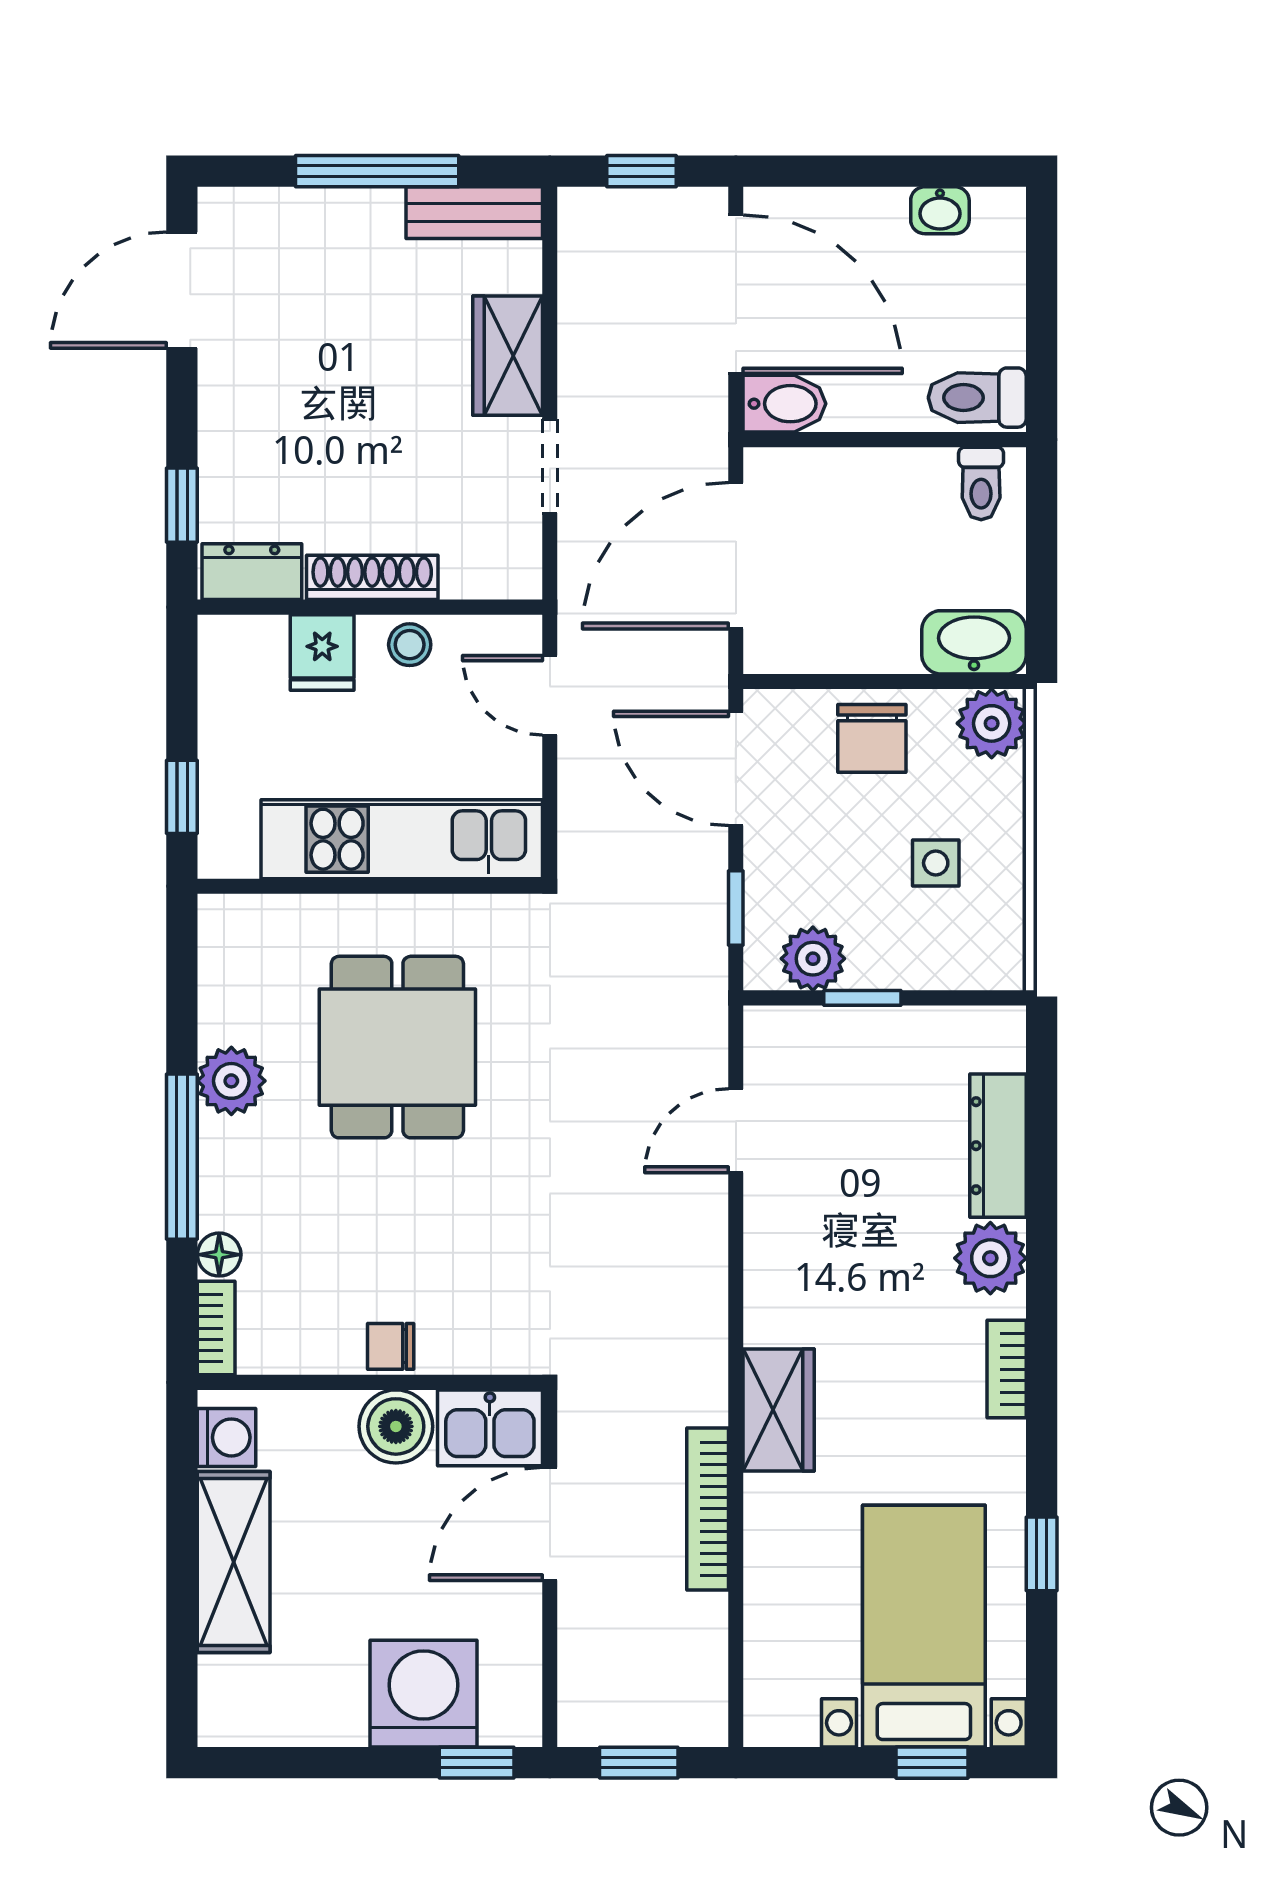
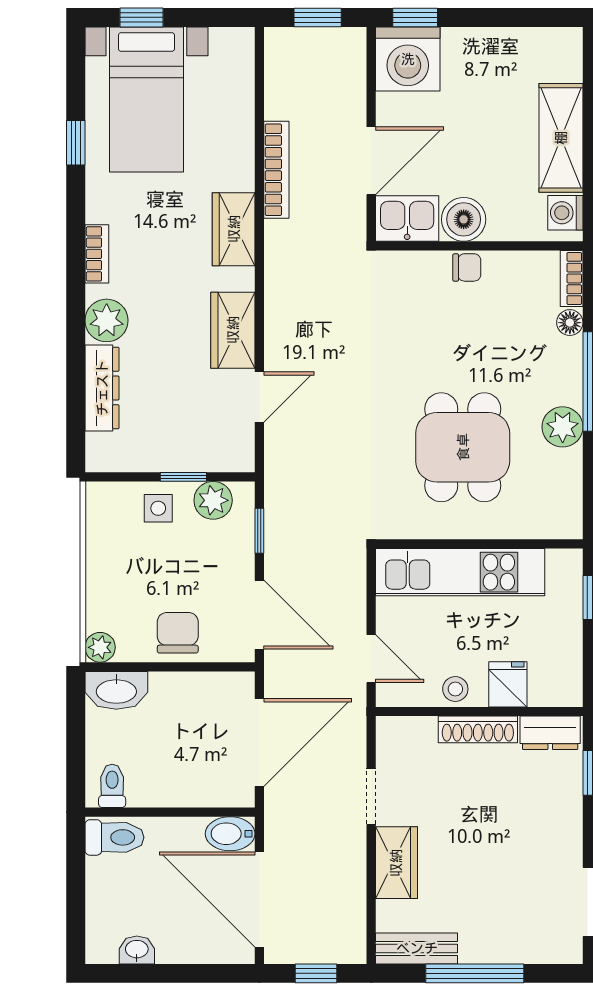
plant: (992, 723) -> (100, 647), width x0.73, depth x0.73
side table: (936, 863) -> (158, 508), moved
wardrobe: (780, 1242) -> (233, 330), added
washing machine: (424, 1694) -> (408, 59), moved

